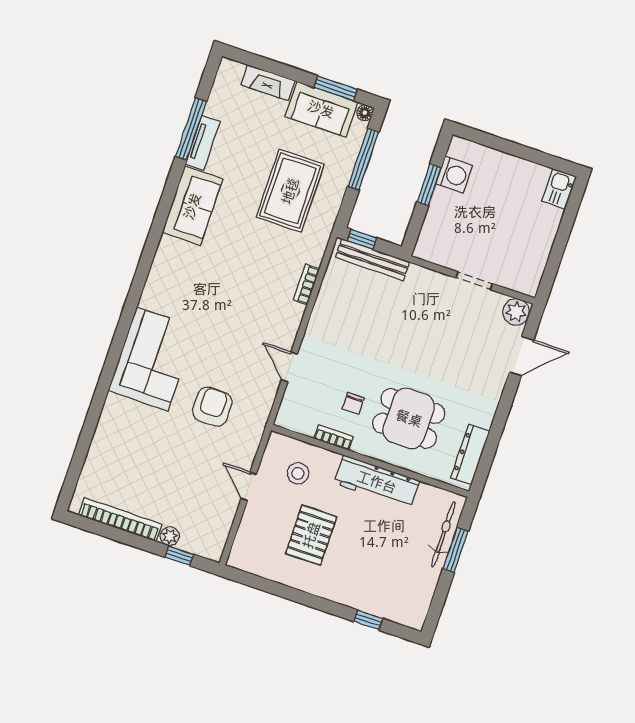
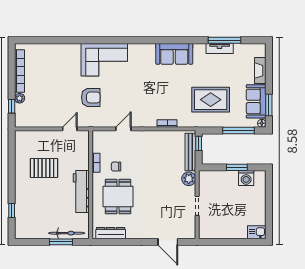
sofa: (192, 206) -> (174, 54), moved
plant: (516, 312) -> (189, 179), moved
stool: (298, 473) -> (72, 151), removed
door: (249, 486) -> (70, 129), moved

